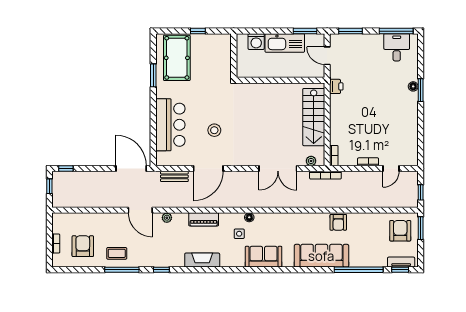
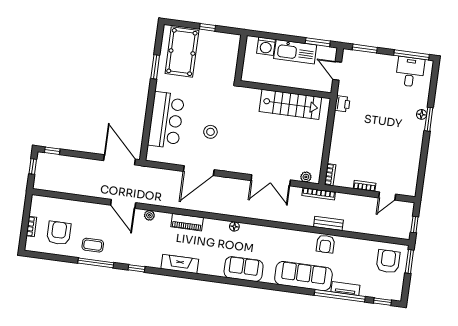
stairs: (314, 117) -> (290, 104), moved, turned -90
bench: (174, 176) -> (328, 223), moved
side table: (239, 234) -> (222, 242), removed
tv unit: (401, 262) -> (345, 288), moved

